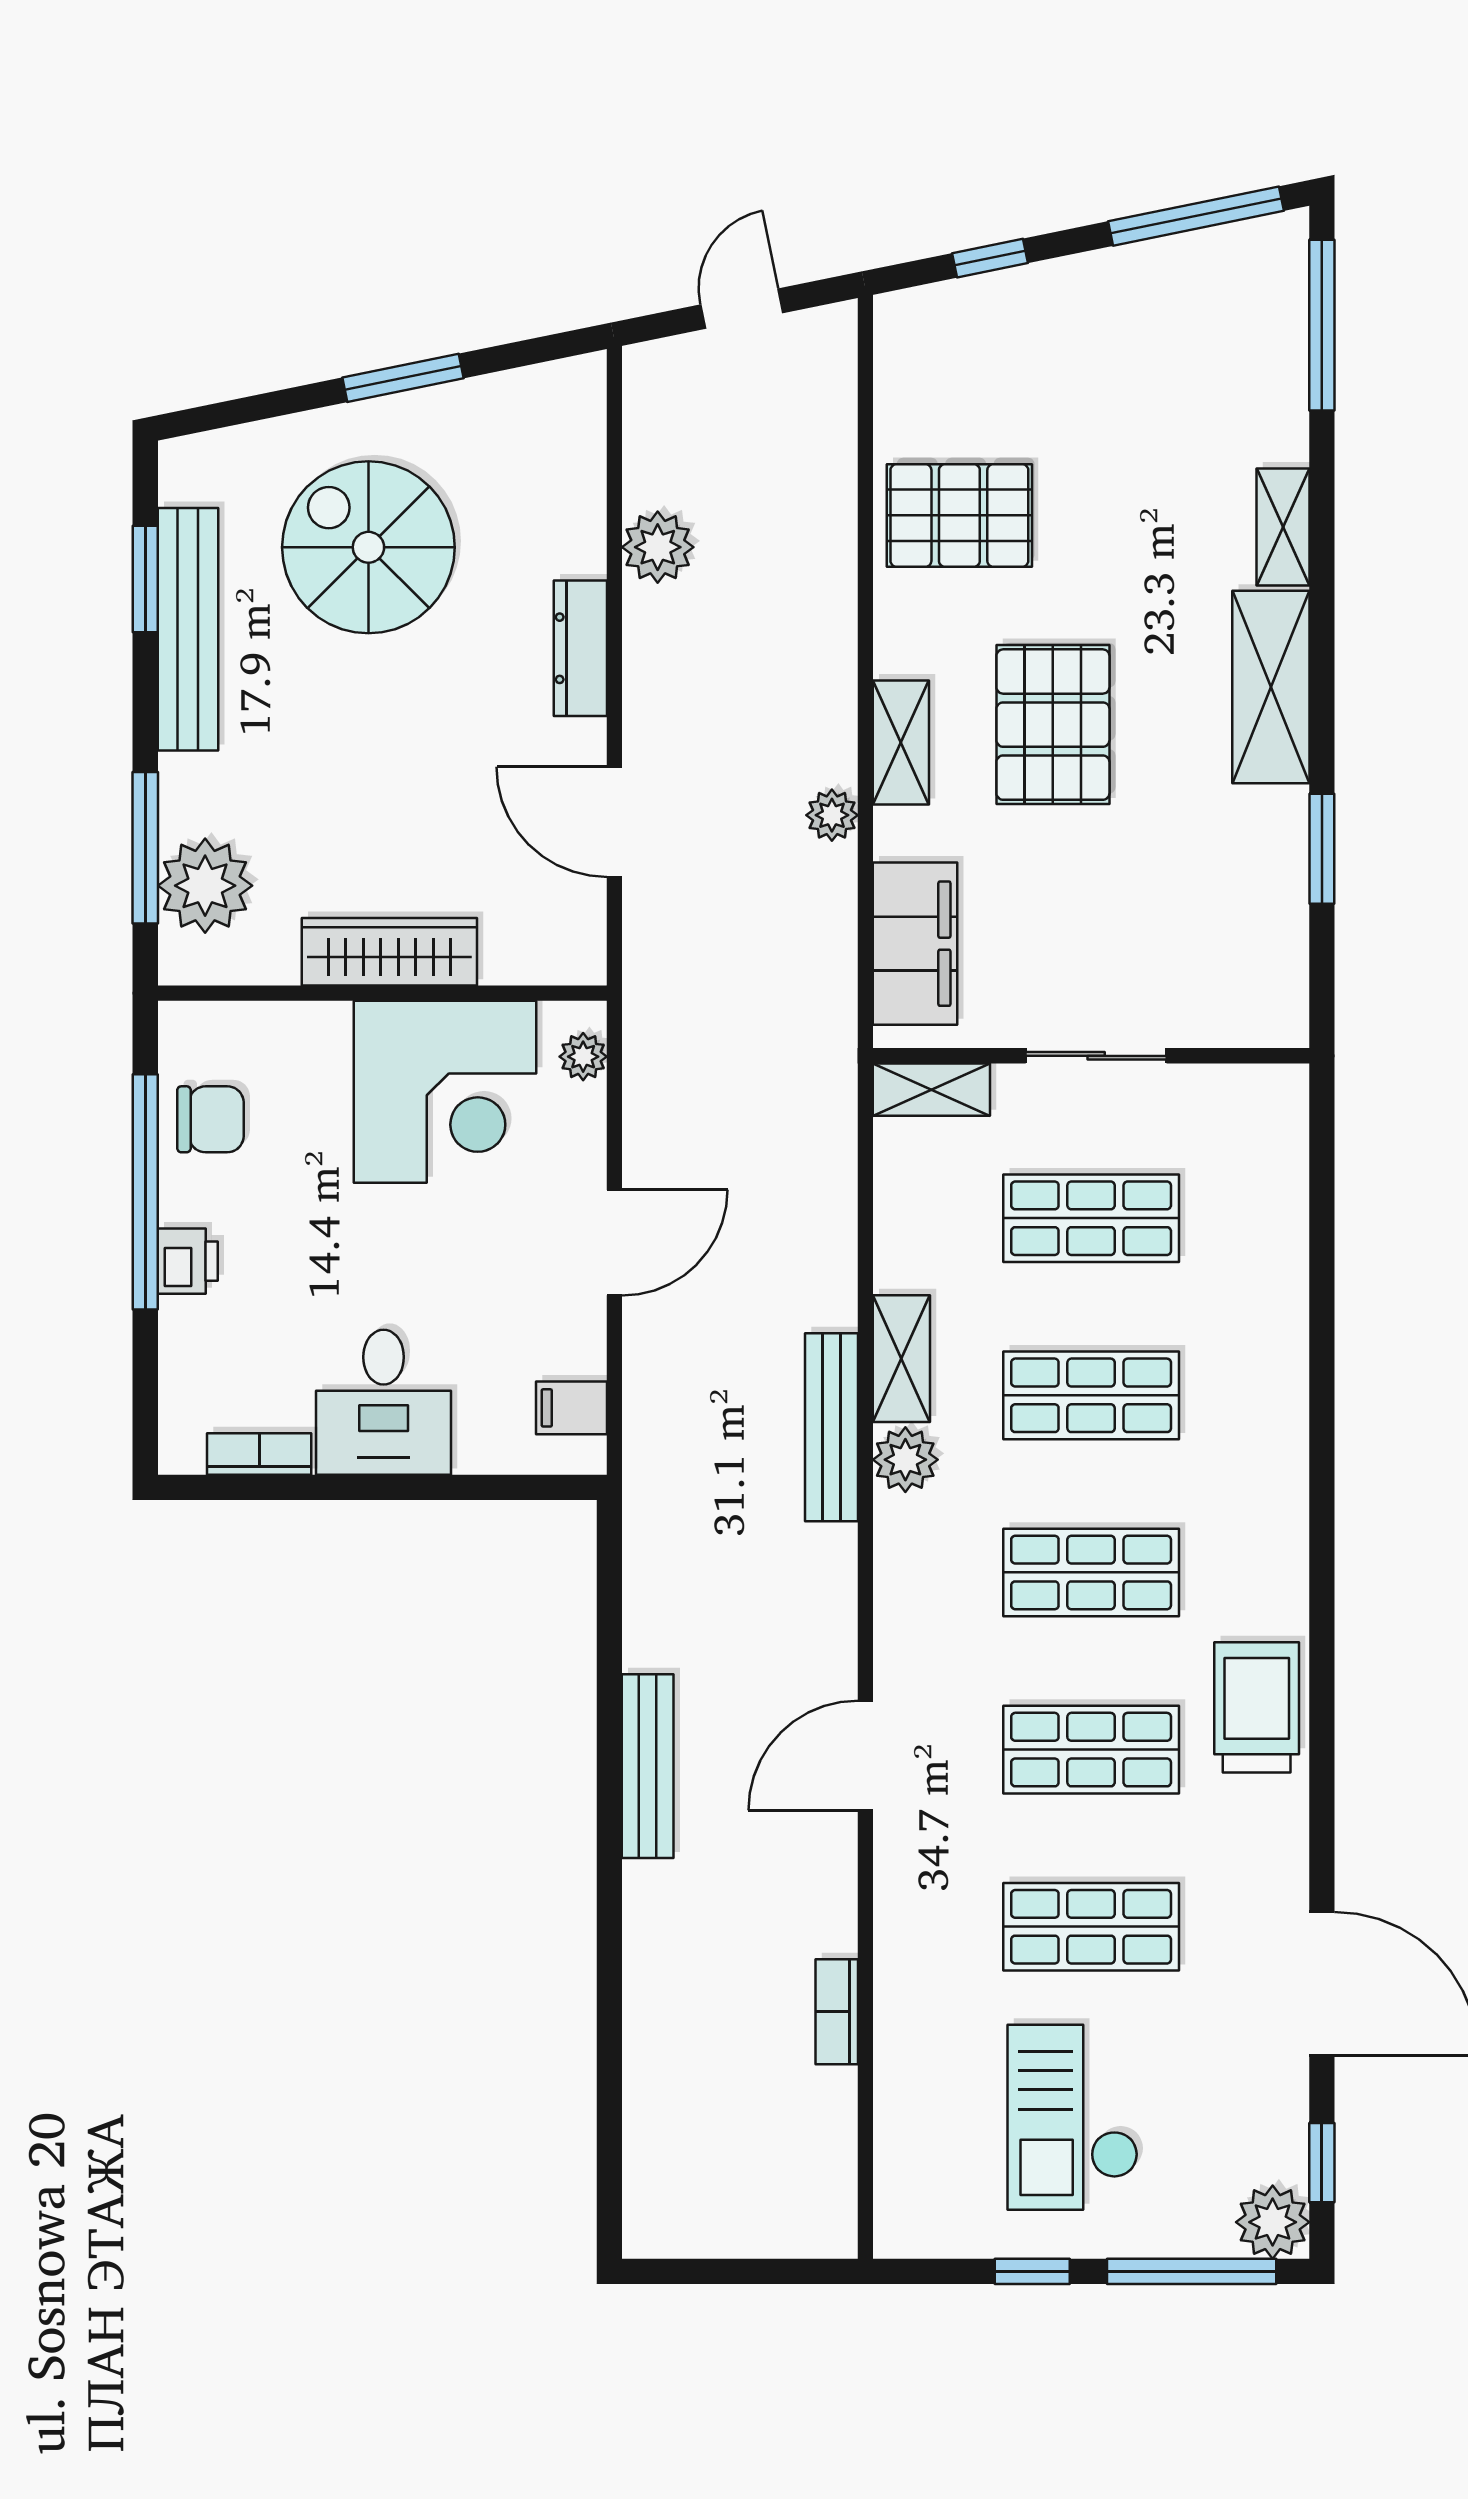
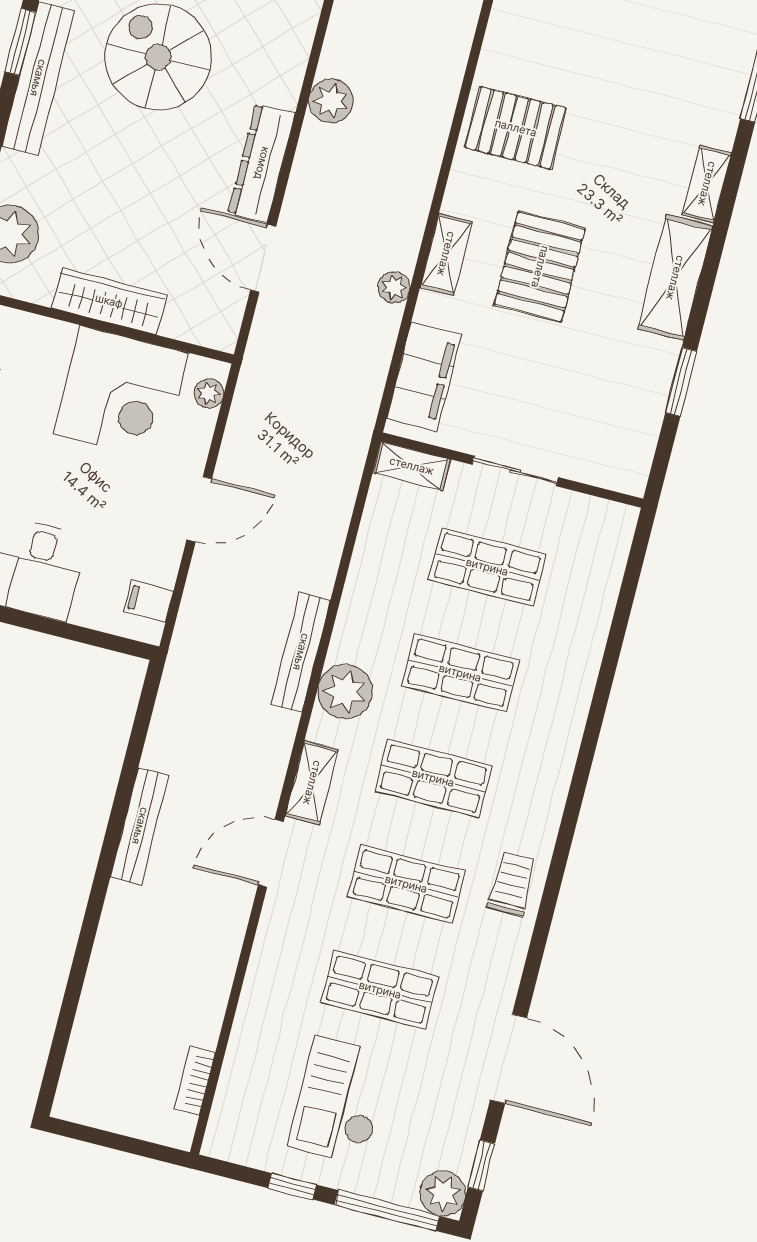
dresser: (580, 648) -> (262, 163), width x1.37, depth x1.24
shelving: (901, 1359) -> (312, 783), moved
plant: (905, 1460) -> (345, 692), width x1.36, depth x1.36
trolley: (1257, 1707) -> (512, 884), width x0.73, depth x0.72
bookcase: (837, 2012) -> (195, 1081), moved

